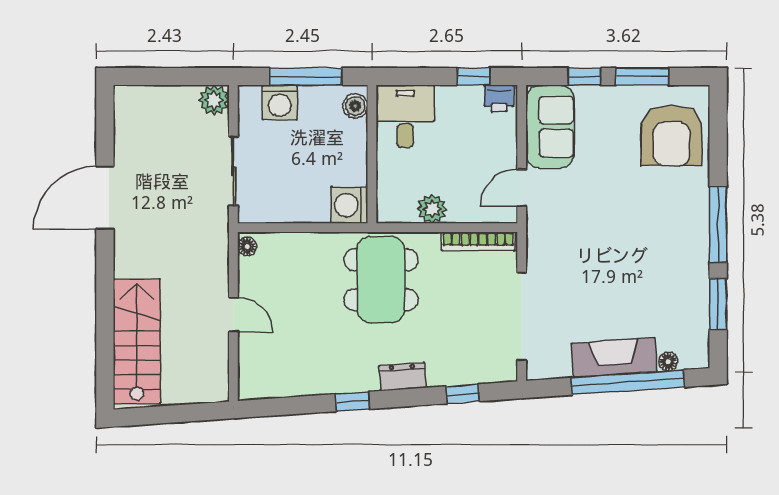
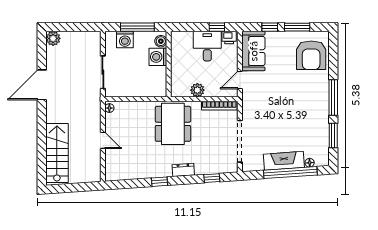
plant: (214, 100) -> (53, 38), moved
desk: (405, 116) -> (207, 46), moved
washing machine: (349, 205) -> (158, 57), moved

